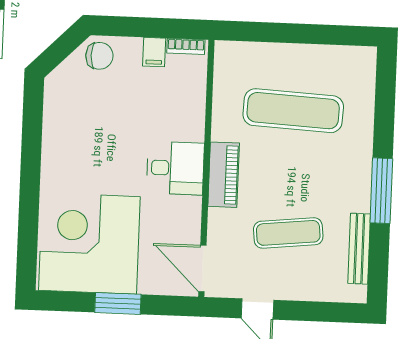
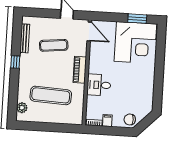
plant: (363, 80) -> (22, 108), added
desk: (175, 168) -> (99, 85), moved
window: (381, 191) -> (15, 62), width x0.46
window: (118, 303) -> (137, 19), moved

